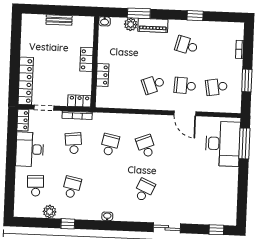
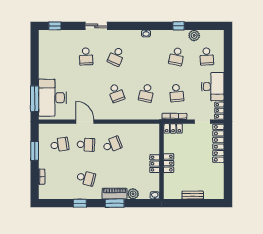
window: (139, 13) -> (115, 203), moved
locker: (103, 75) -> (155, 164), moved
school desk: (180, 192) -> (86, 56), added

